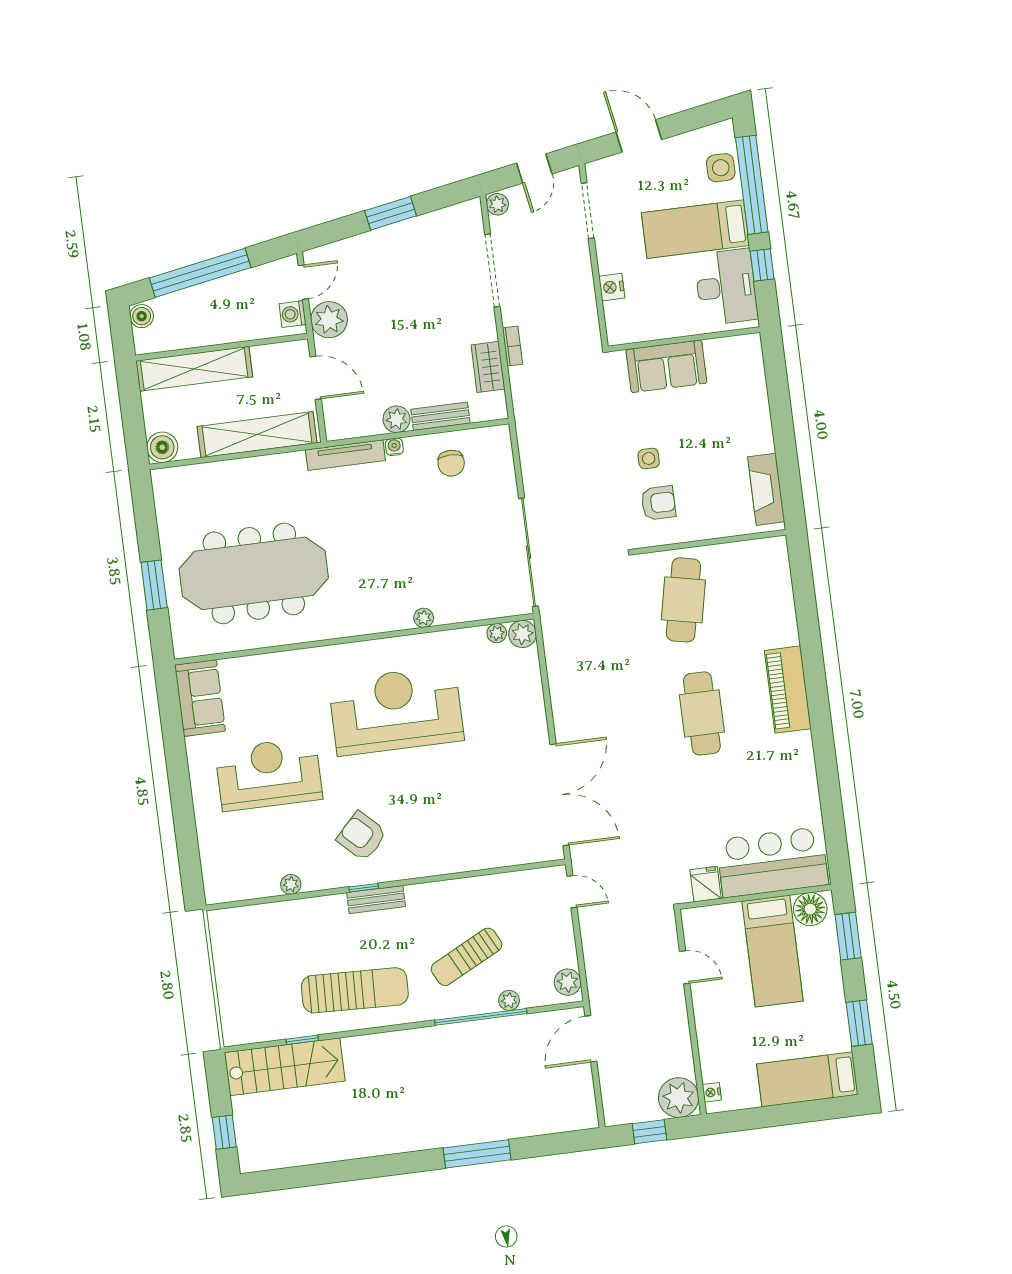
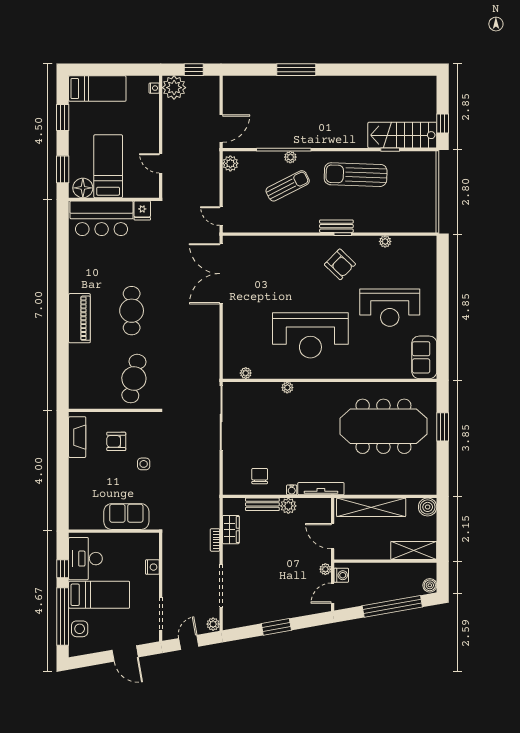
plant: (329, 320) -> (325, 569), width x0.53, depth x0.53
shelving: (194, 369) -> (414, 551), width x0.68
armchair: (658, 503) -> (116, 441), moved
plant: (522, 634) -> (231, 371), removed
plant: (509, 1000) -> (290, 157), moved
window: (224, 1132) -> (443, 123), moved

